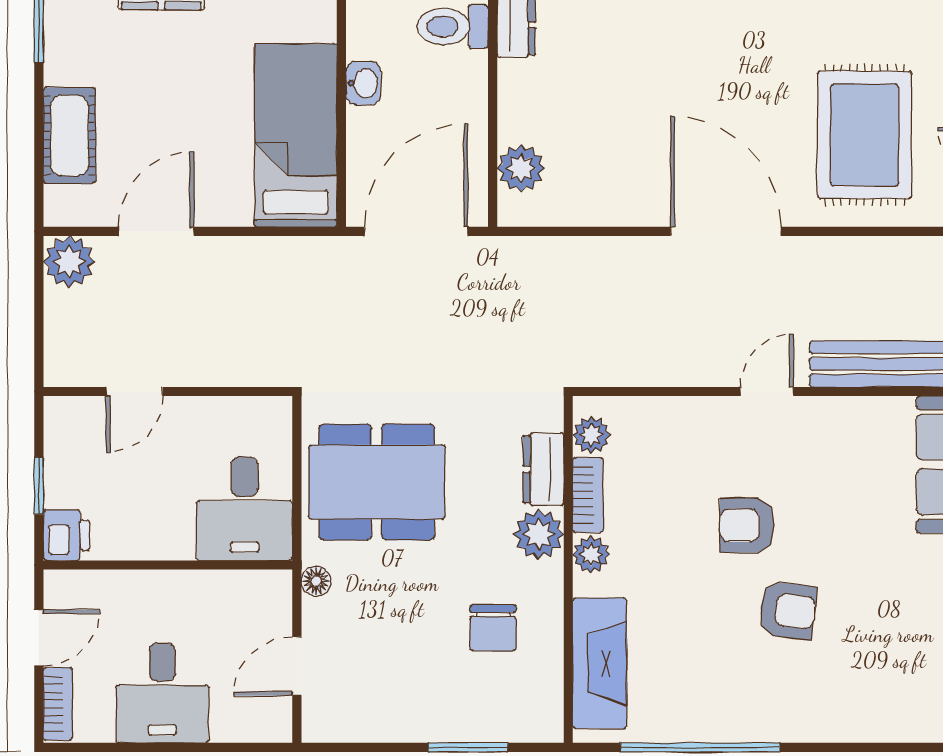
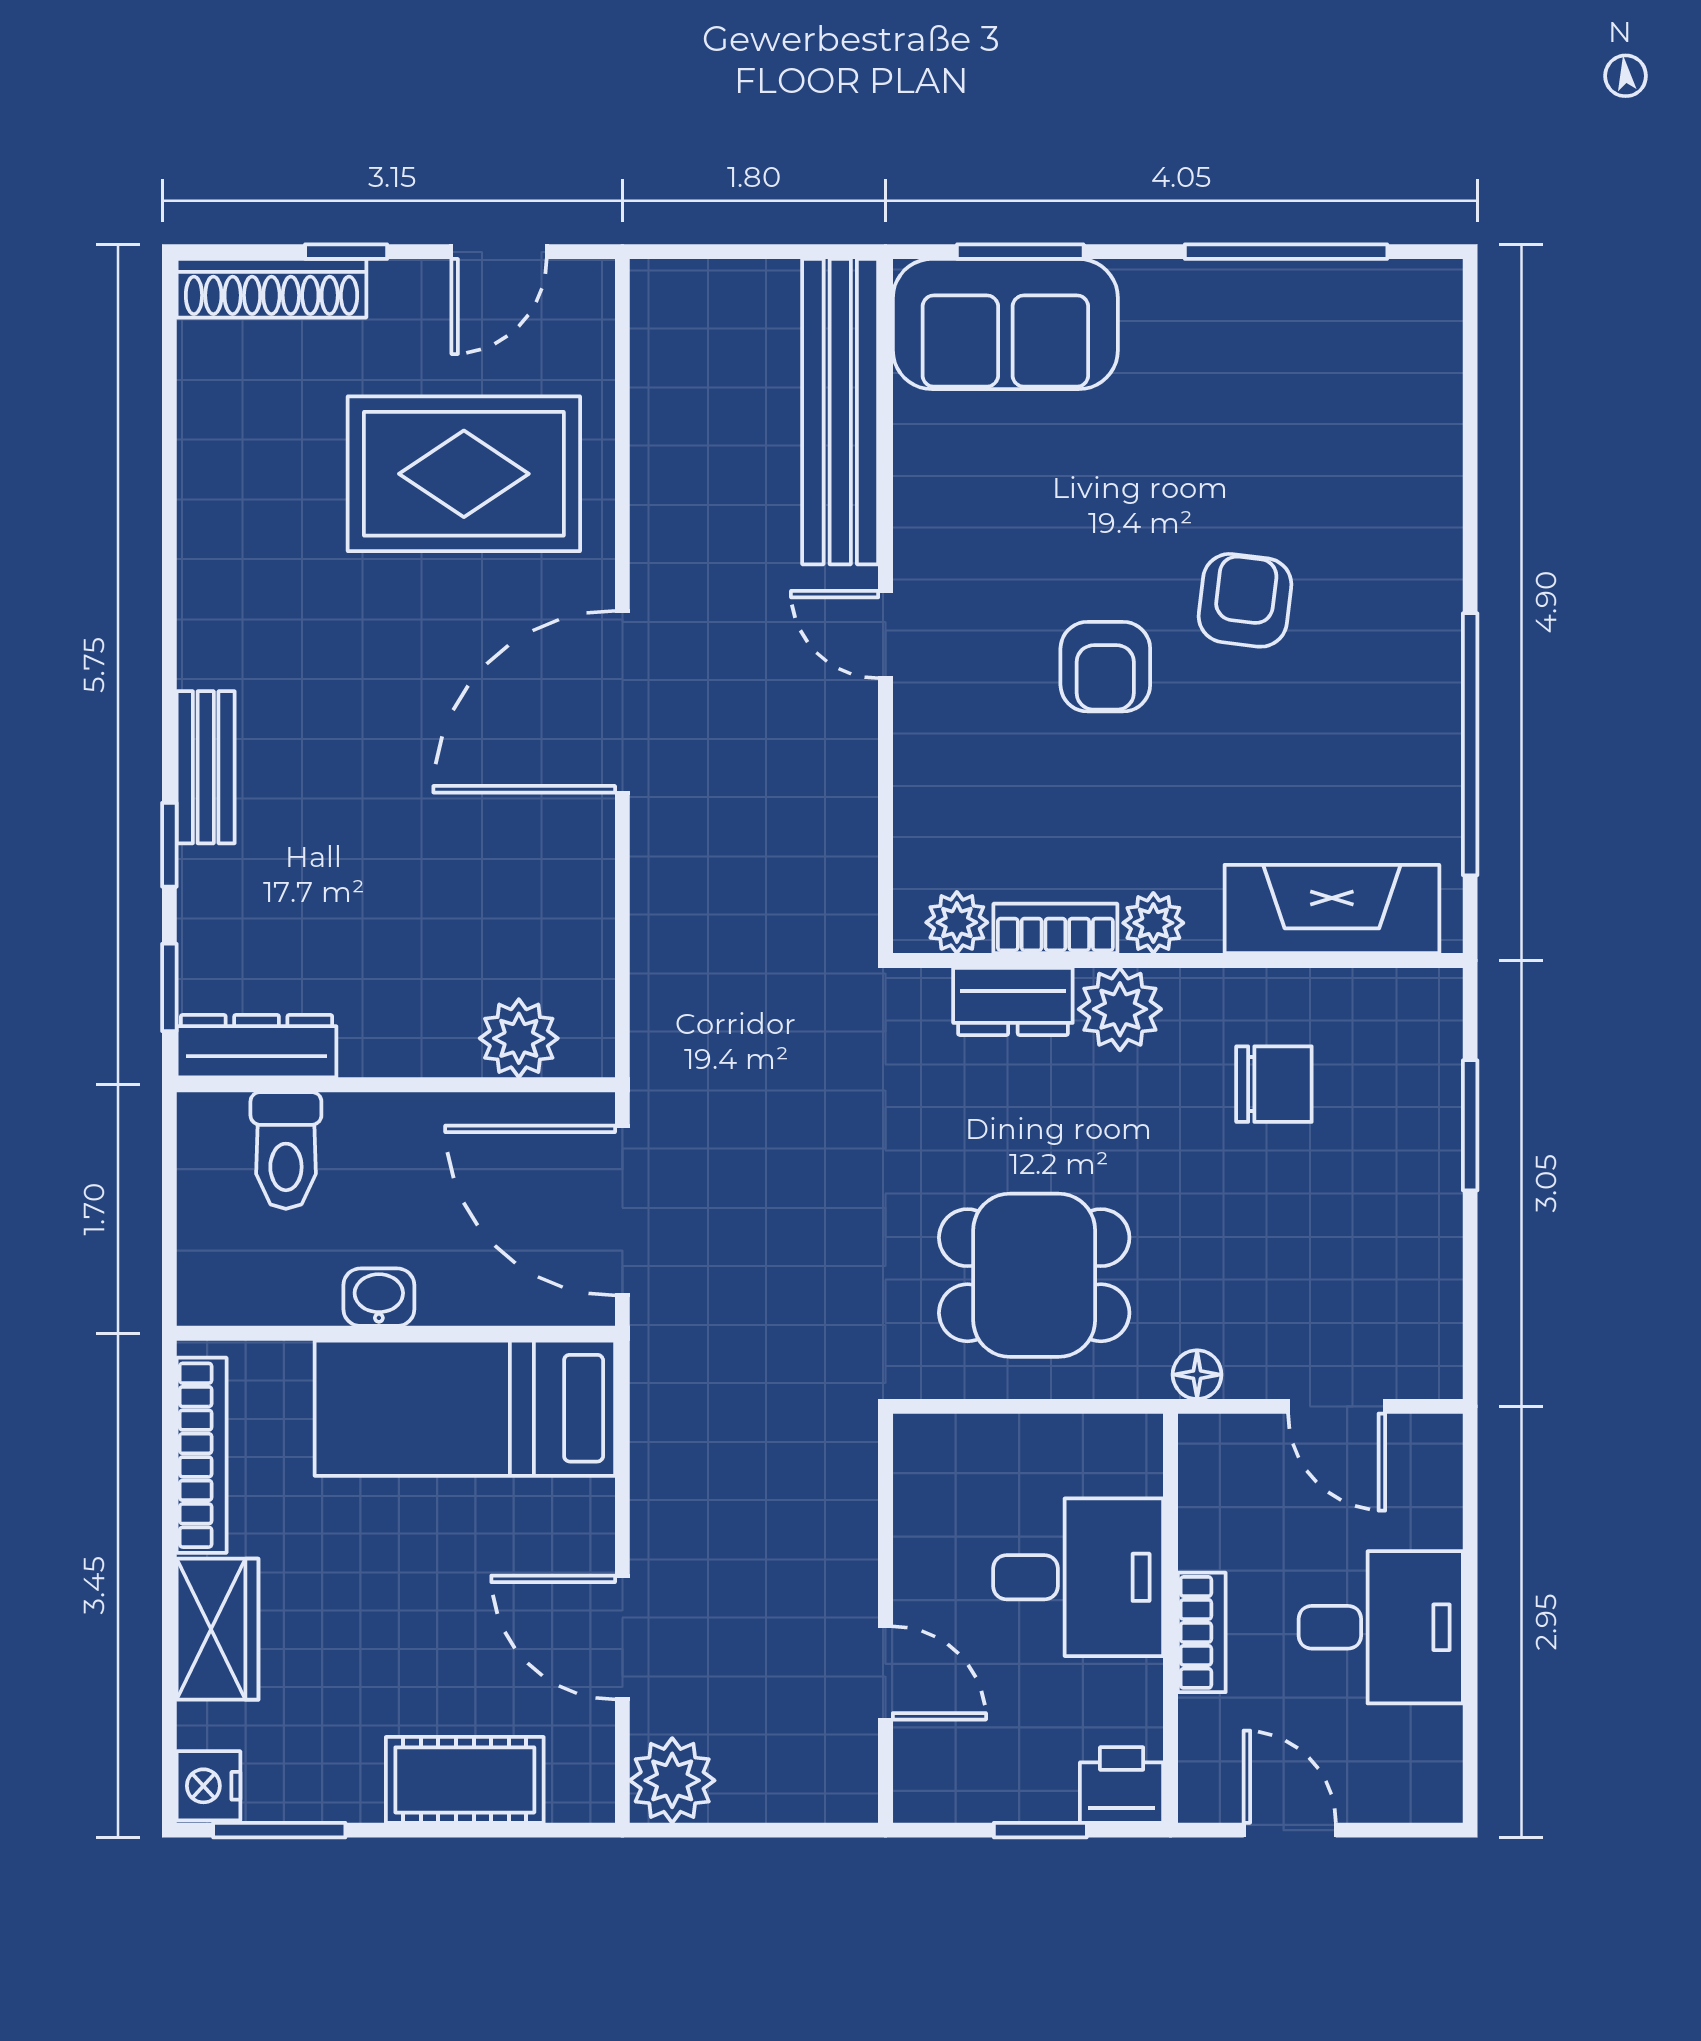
dining table: (377, 482) -> (1034, 1275), width x0.73
desk: (244, 509) -> (1078, 1577), moved
bookcase: (58, 704) -> (1202, 1632), moved, turned 90

